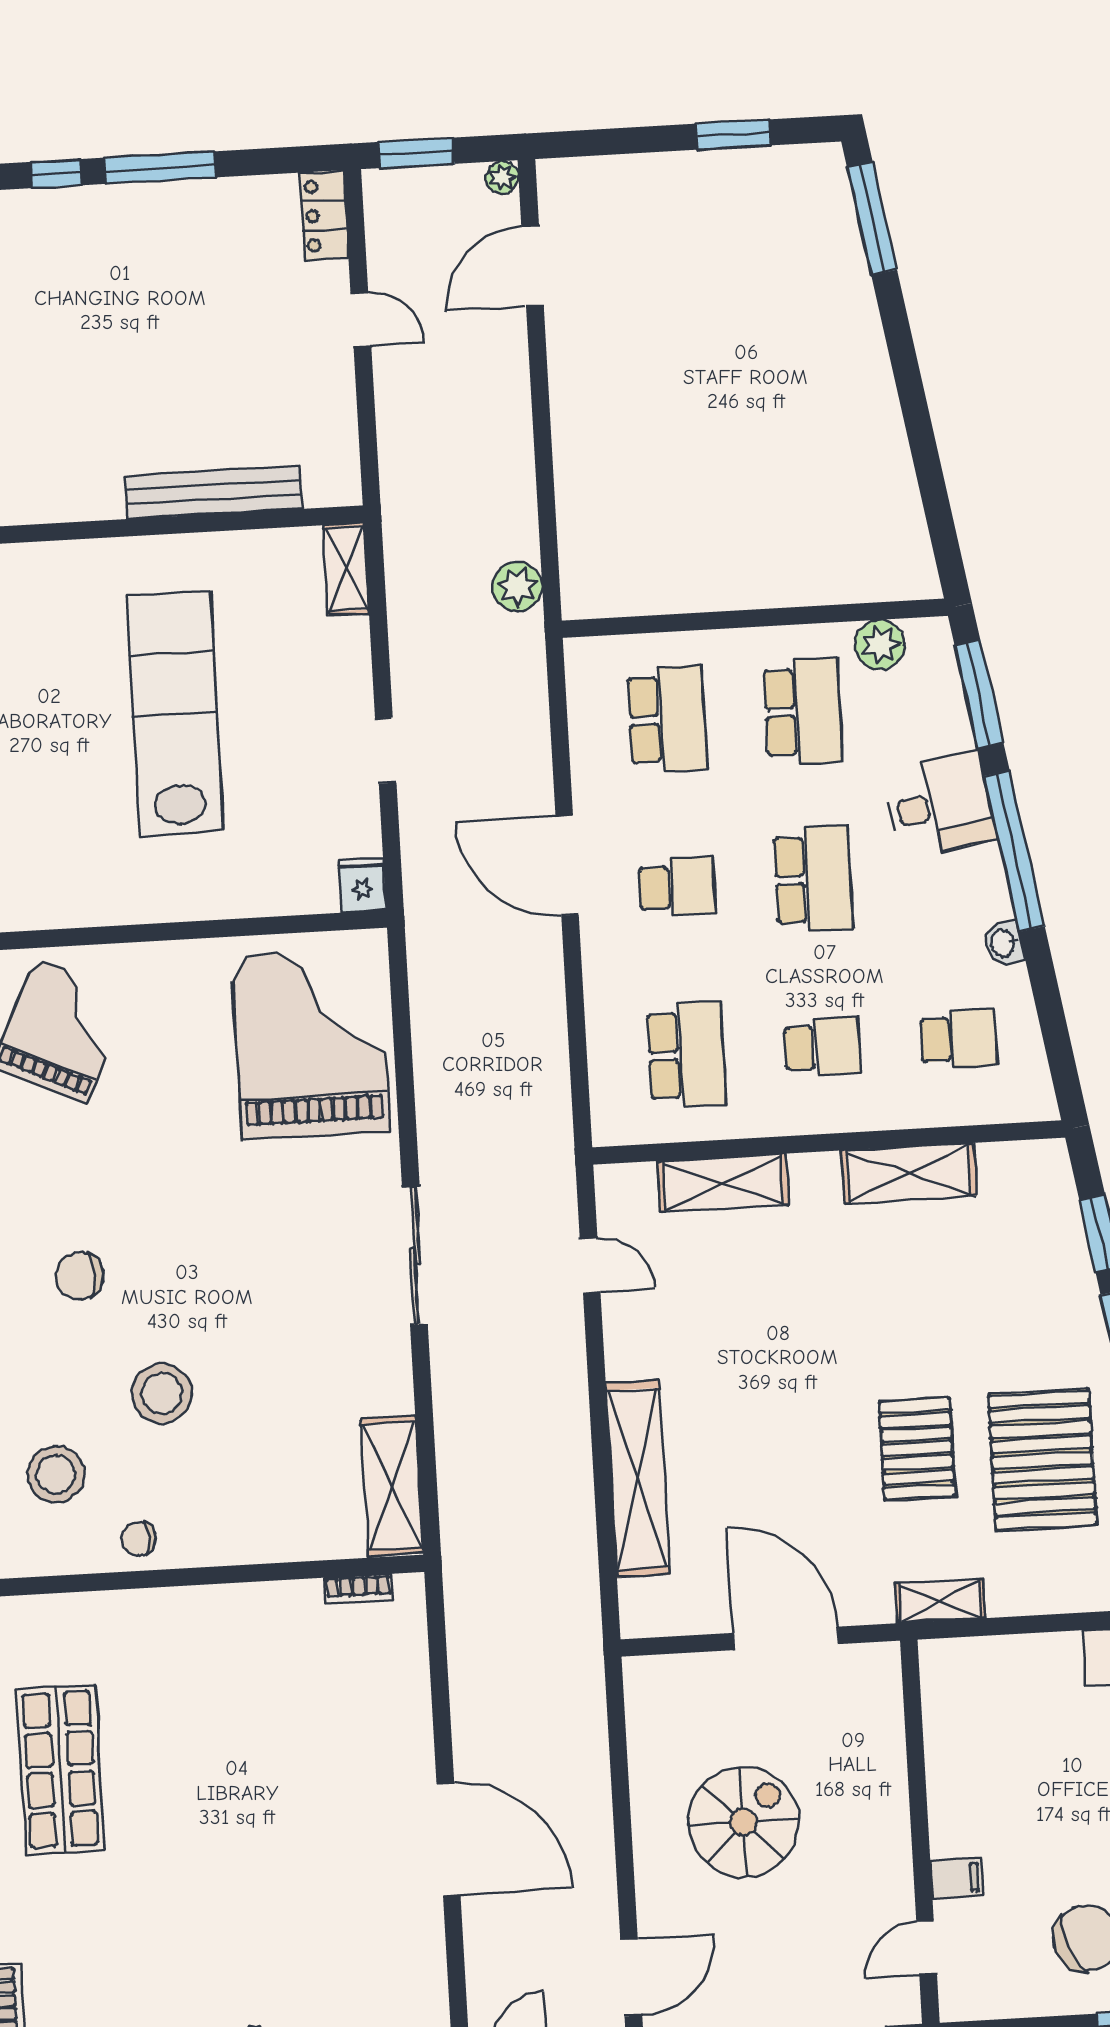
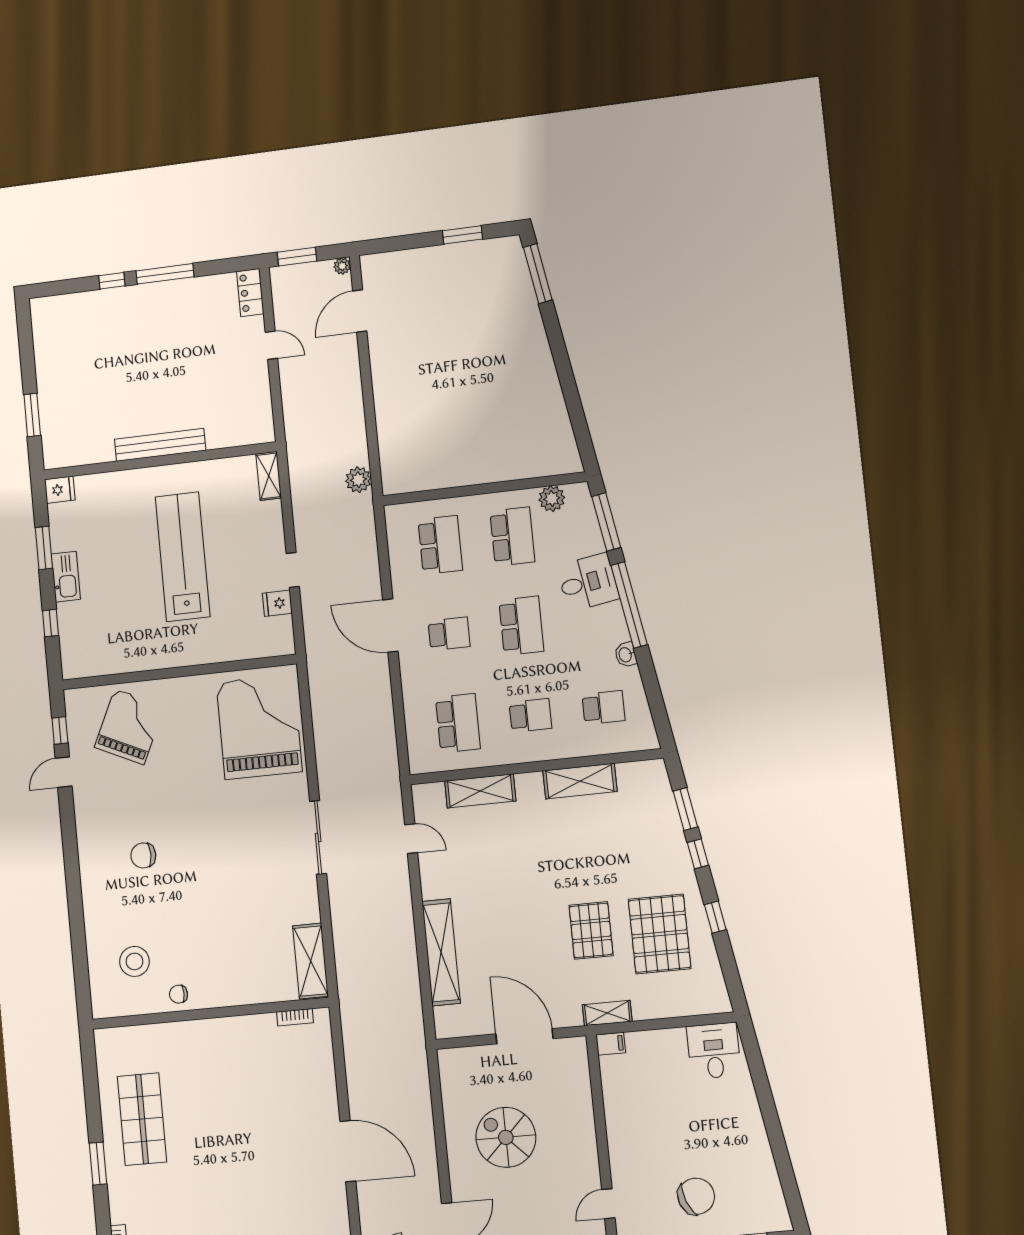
bench: (213, 492) -> (160, 445), moved
fridge: (362, 885) -> (277, 603), moved, turned -90
stool: (162, 1393) -> (188, 916), removed
spiral stairs: (744, 1822) -> (506, 1137), turned -90
filing cabinet: (957, 1878) -> (611, 1044), moved

